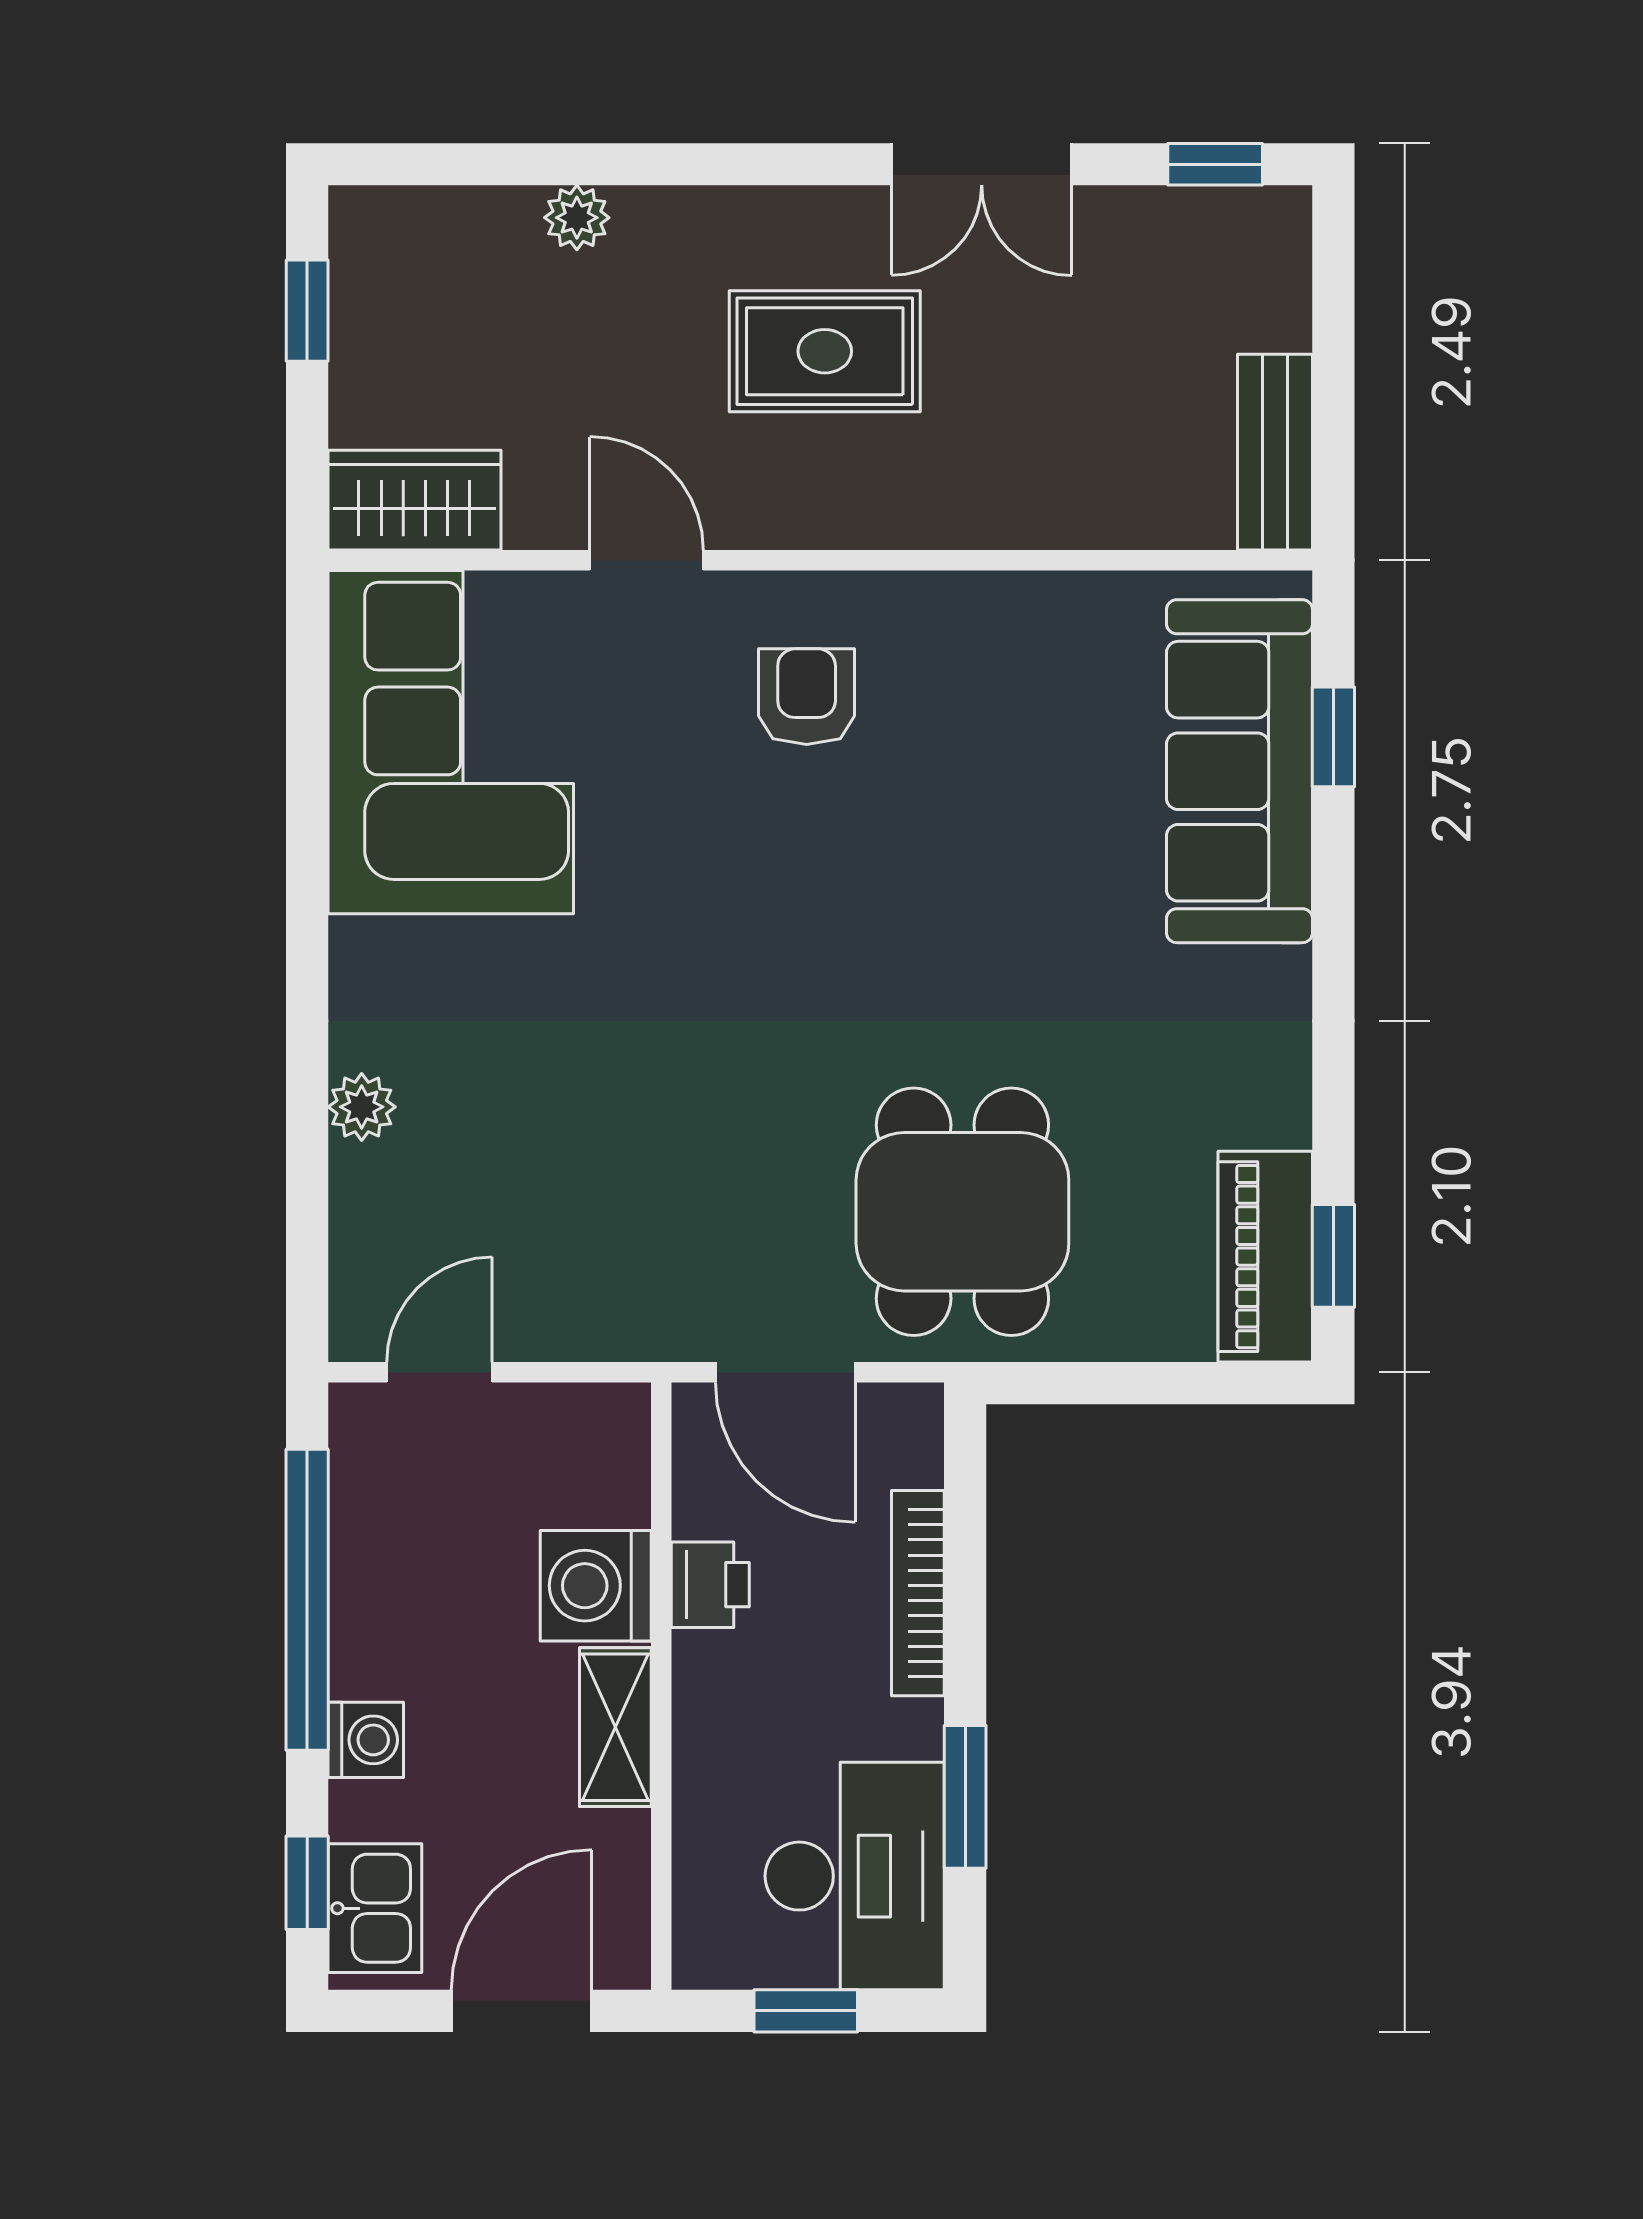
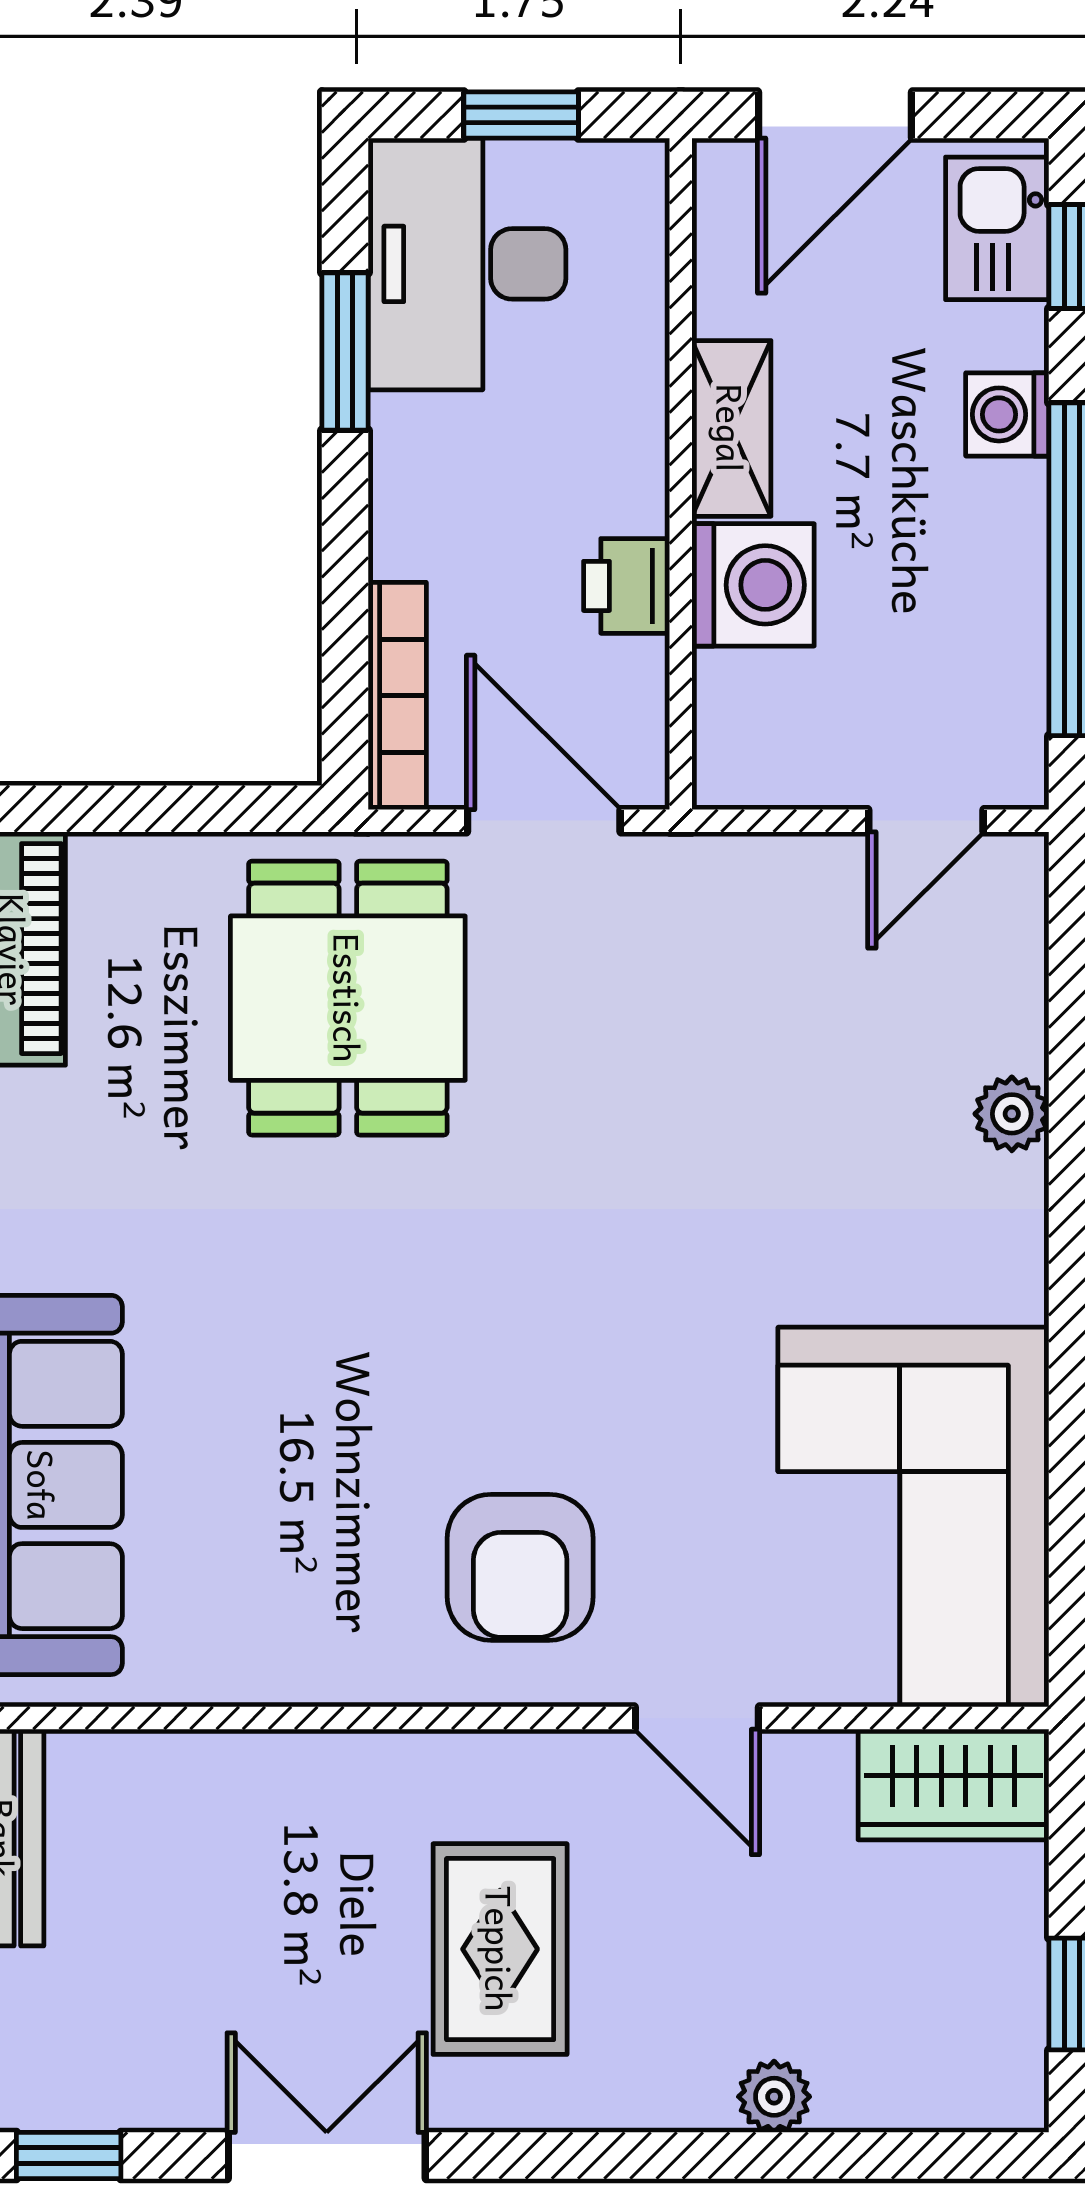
rug: (825, 351) -> (500, 1949), turned 90
armchair: (807, 697) -> (520, 1567), width x1.38, depth x1.38
bookcase: (918, 1593) -> (397, 696), moved

